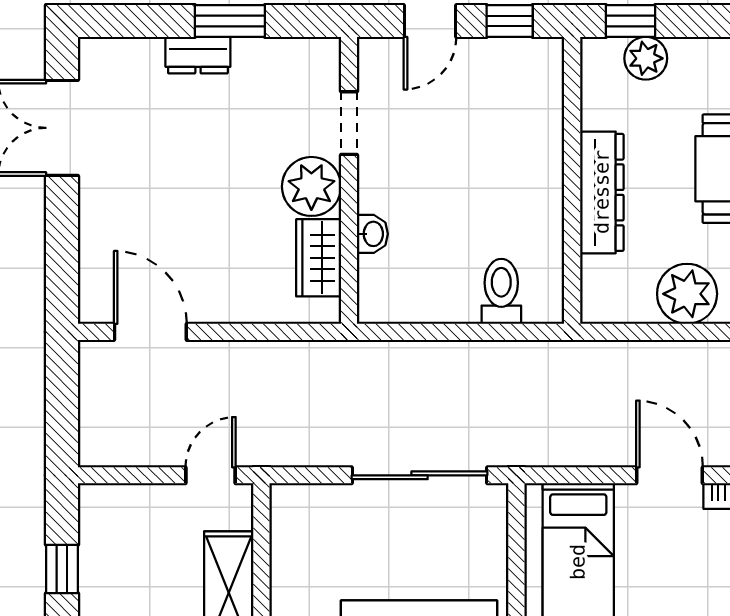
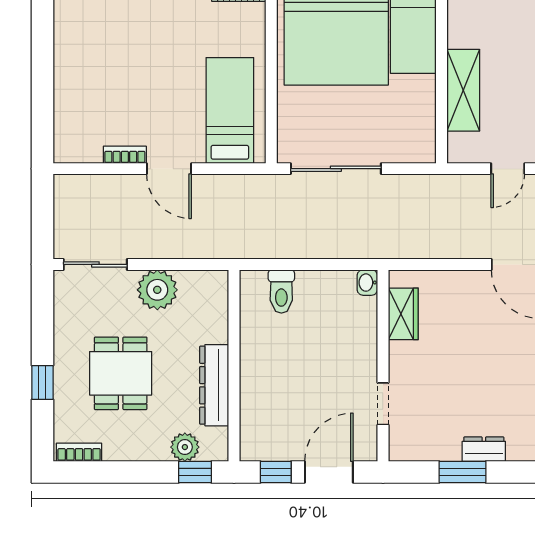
door: (430, 21) -> (329, 472), width x1.38
plant: (311, 186) -> (408, 361), removed
dresser: (602, 192) -> (214, 385), moved
washbasin: (372, 234) -> (367, 283), moved
door: (211, 475) -> (508, 169), moved

